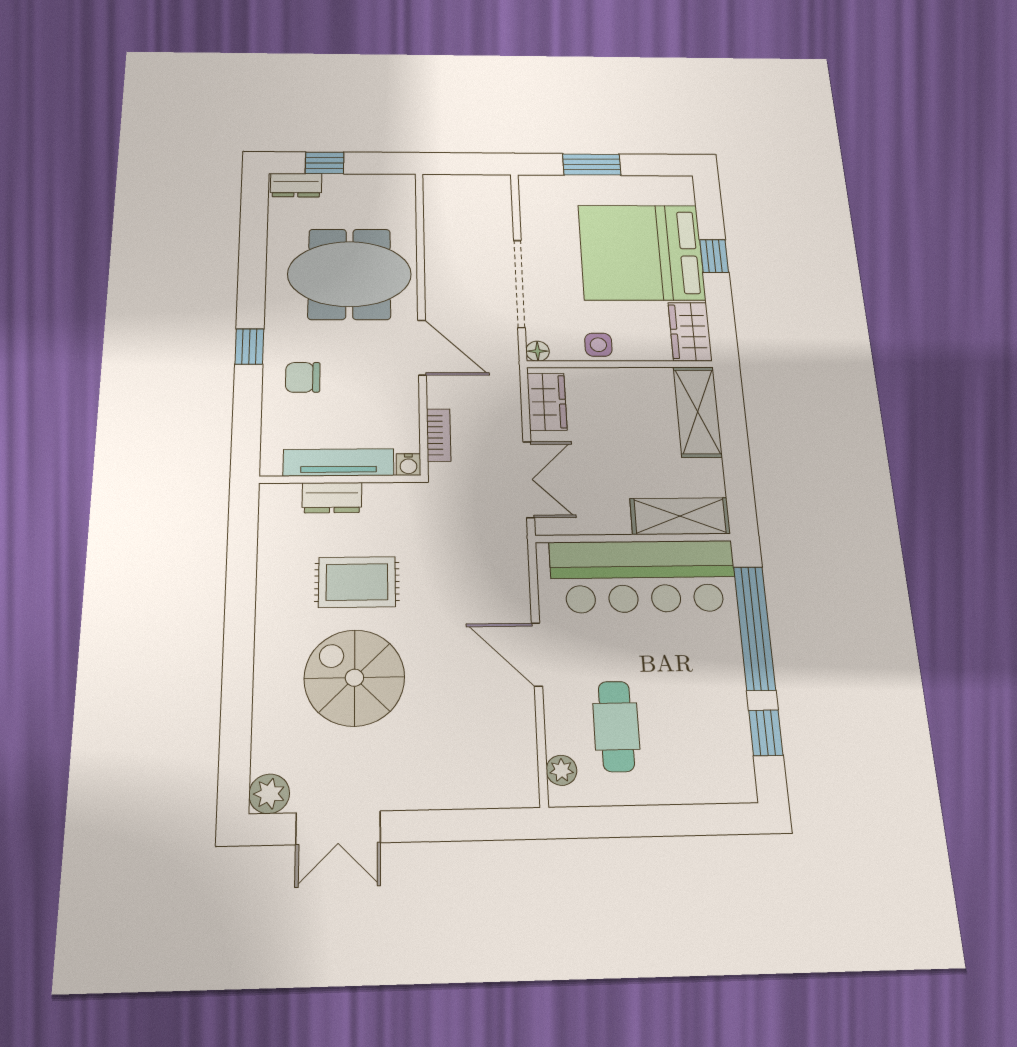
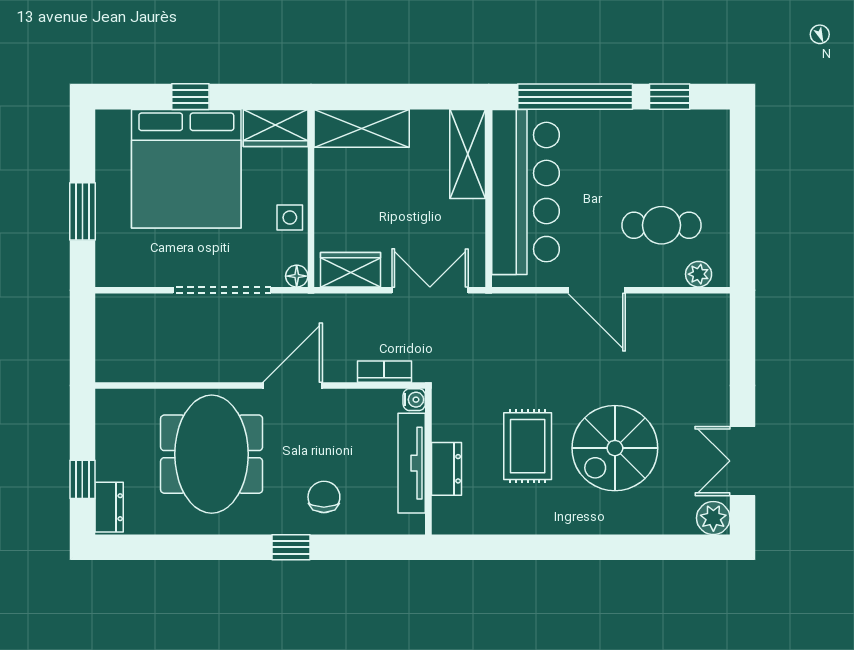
chair: (303, 377) -> (324, 497), turned 180
door: (537, 655) -> (597, 290), hinge flipped
double door: (338, 828) -> (743, 461), swing flipped

